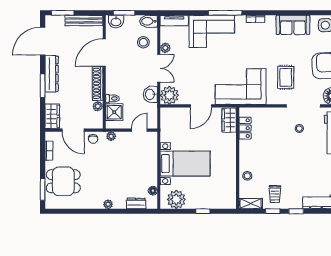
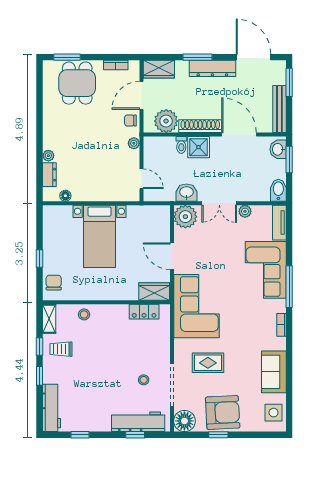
stool: (143, 42) -> (252, 184), removed
plant: (98, 106) -> (166, 121), width x1.87, depth x1.87
shower: (114, 112) -> (199, 147), moved
plant: (176, 199) -> (54, 225), removed
chair: (222, 200) -> (54, 283), added
plant: (108, 204) -> (48, 156), moved

